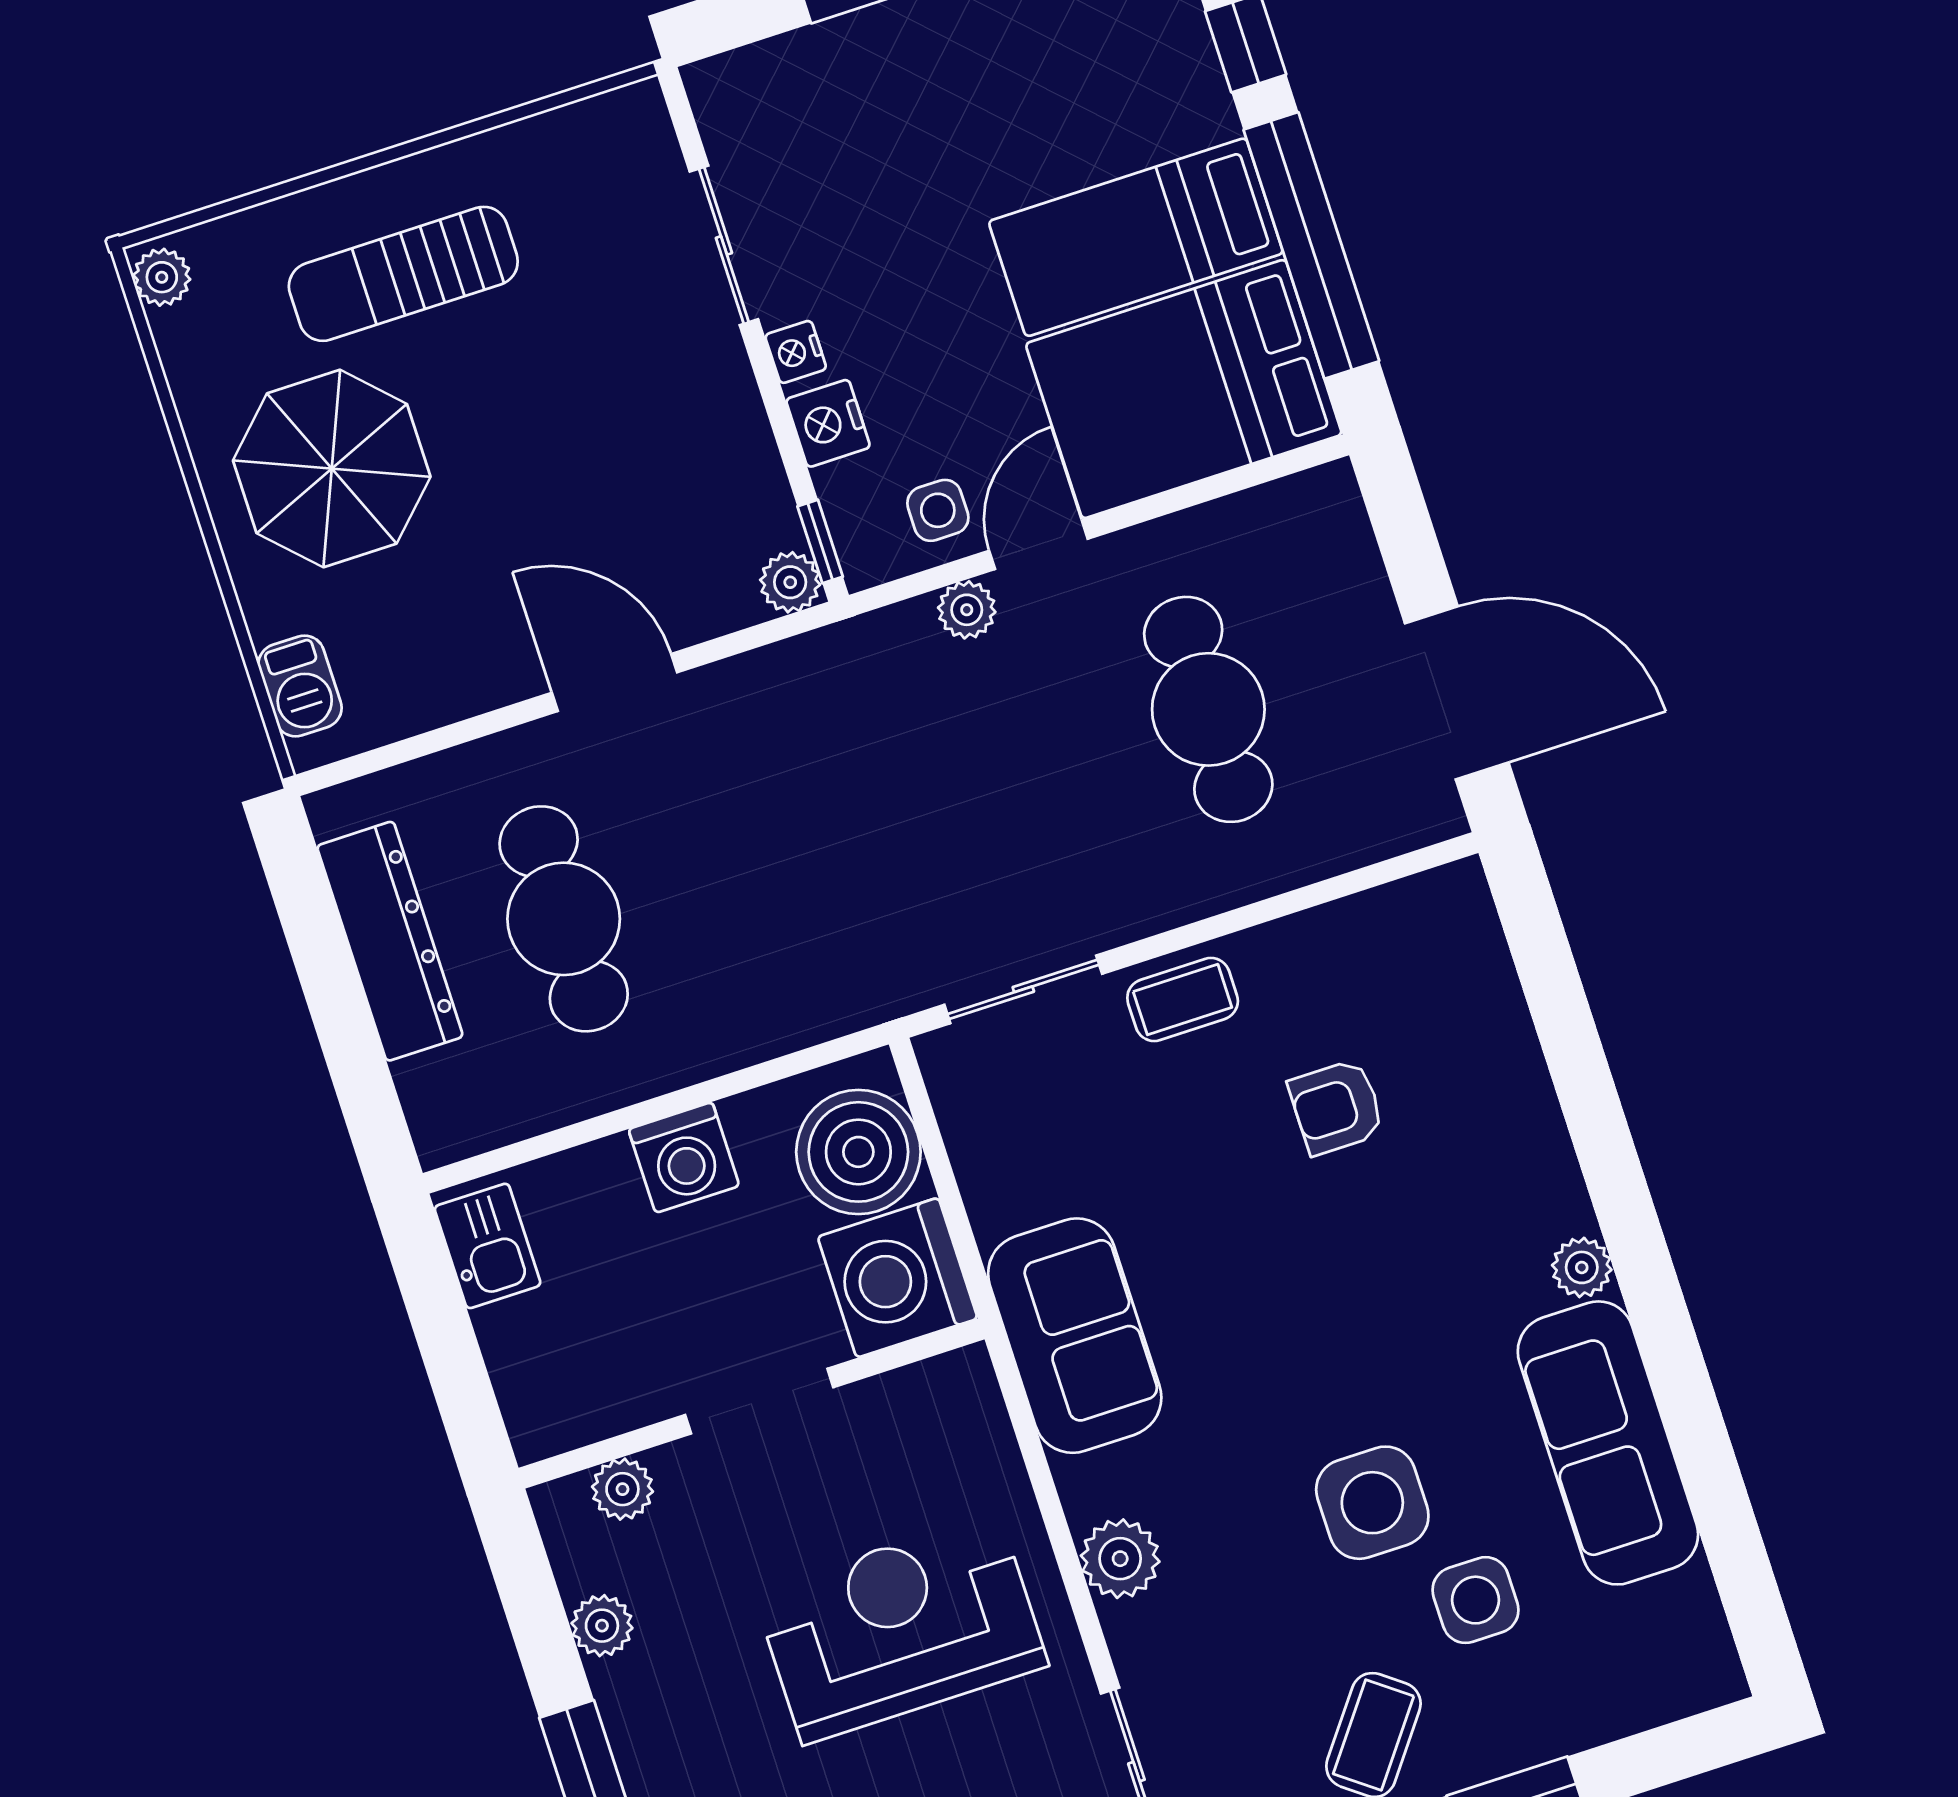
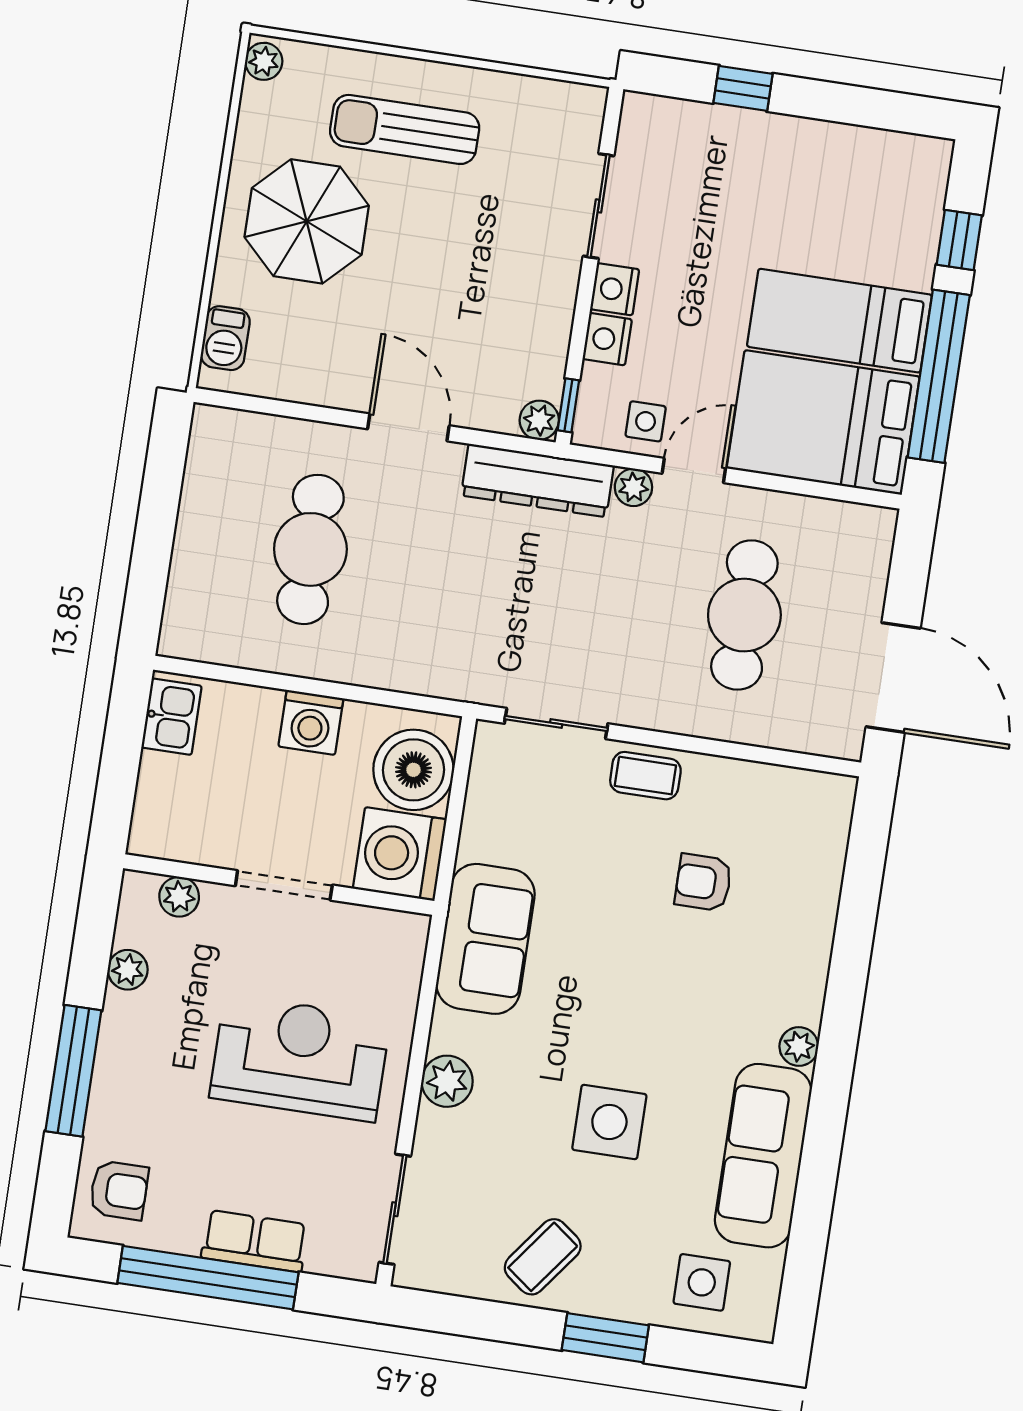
nightstand: (796, 352) -> (615, 289), width x1.39, depth x1.35
dresser: (390, 941) -> (537, 480), moved, turned 90
side table: (1476, 1600) -> (702, 1282), moved

